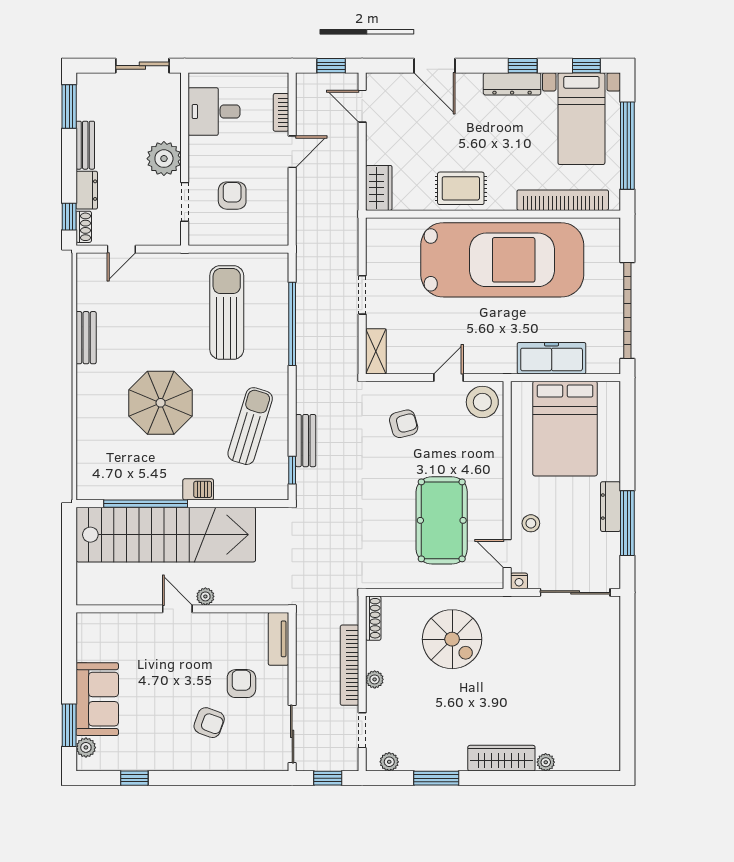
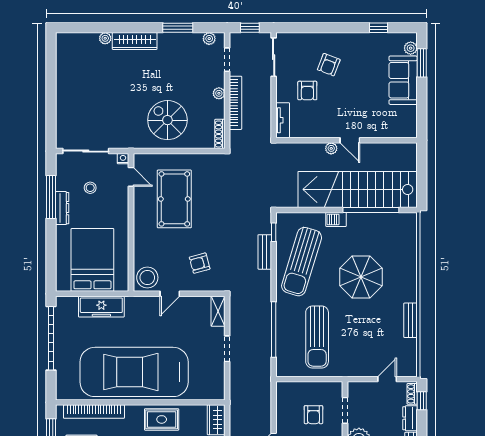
sun lounger: (250, 426) -> (302, 262), width x1.36, depth x1.34
stool: (531, 523) -> (90, 188), moved
armchair: (209, 723) -> (329, 65), turned -89

